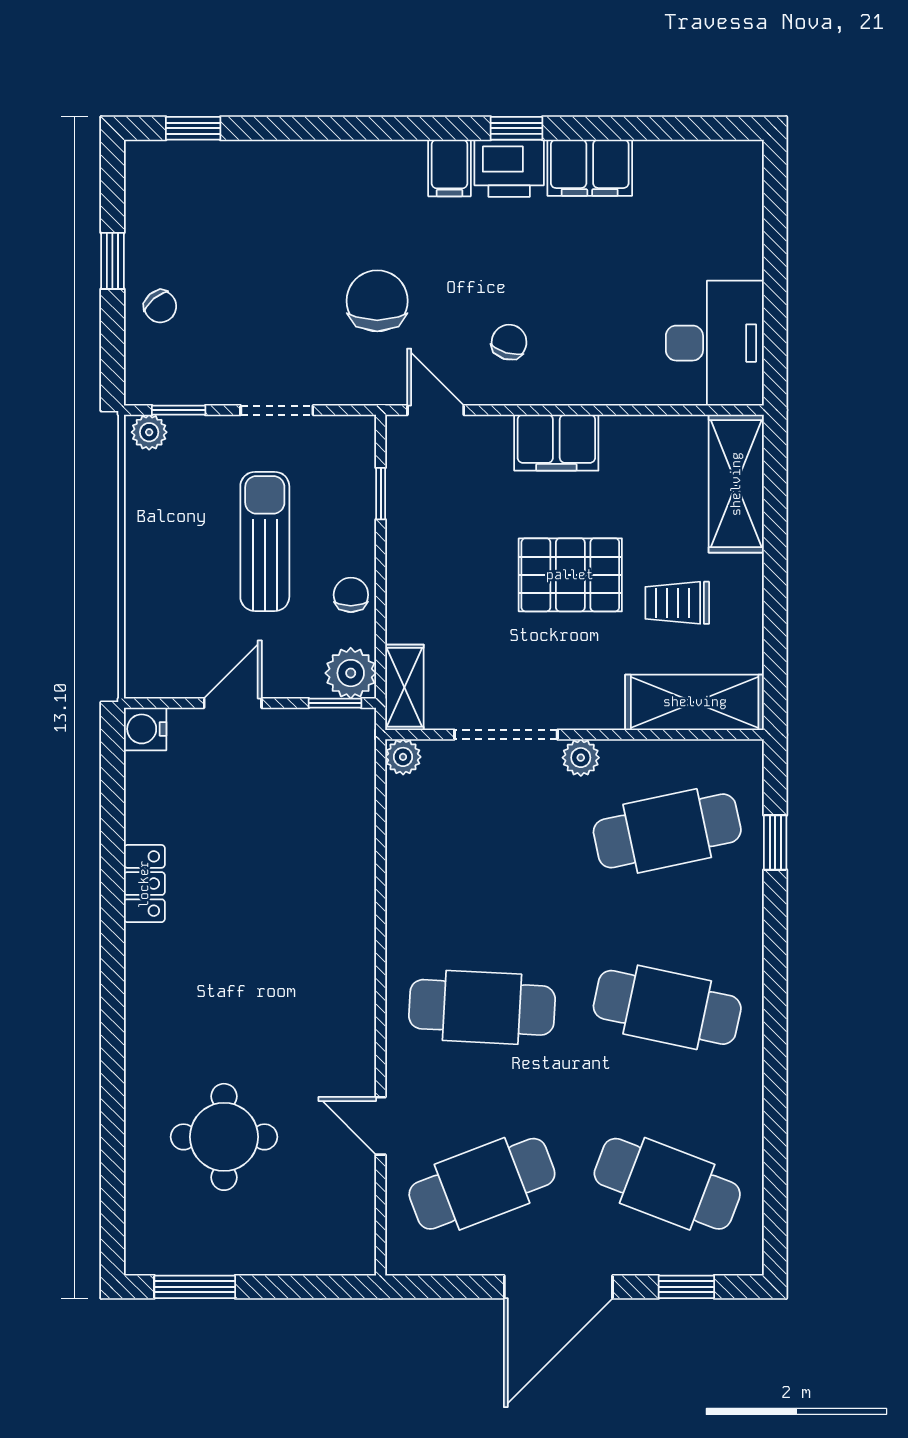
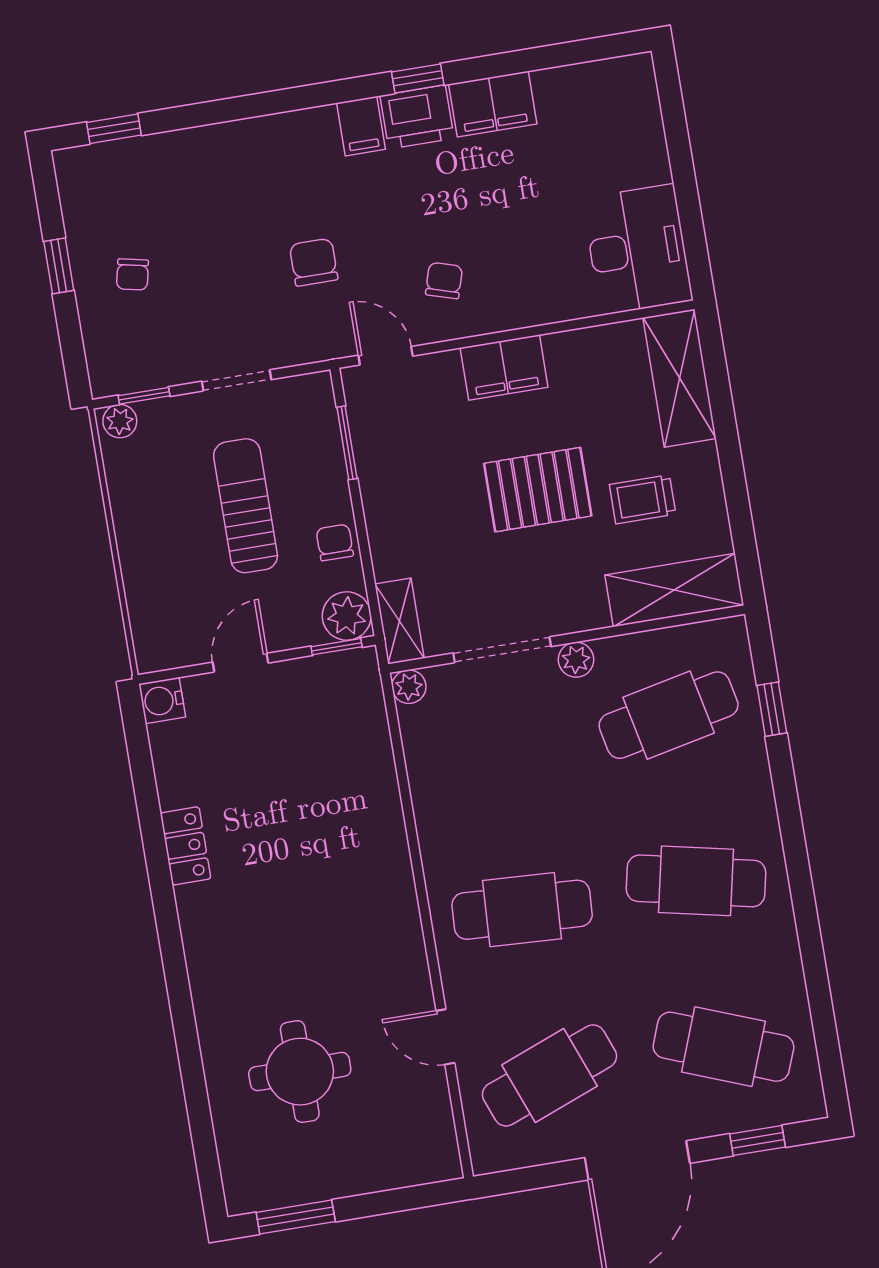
chair: (377, 301) -> (314, 262), width x0.73, depth x0.73
chair: (160, 306) -> (132, 274), moved, turned 52
window: (381, 494) -> (347, 443), width x1.50

